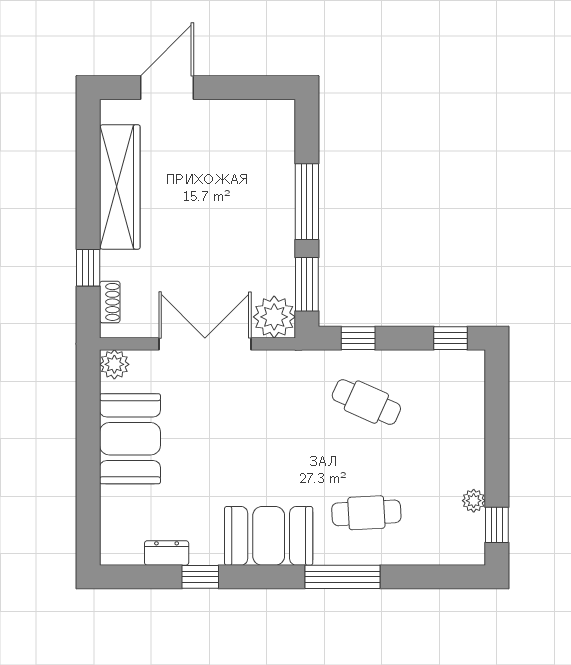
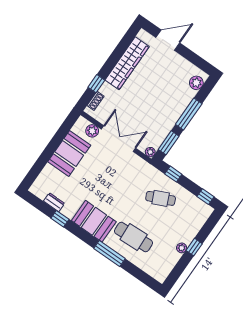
plant: (279, 131) -> (196, 83), added
plant: (274, 317) -> (150, 152), width x0.53, depth x0.53
plant: (114, 364) -> (92, 131), moved
cafe table: (366, 402) -> (161, 198), turned -48
plant: (474, 501) -> (182, 248), moved
cafe table: (366, 513) -> (134, 237), width x1.37, depth x1.35
window: (497, 525) -> (194, 247), moved

